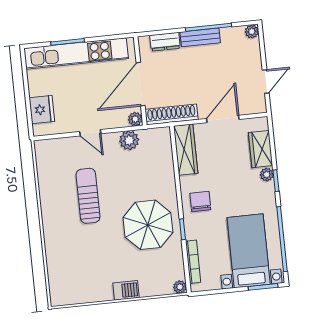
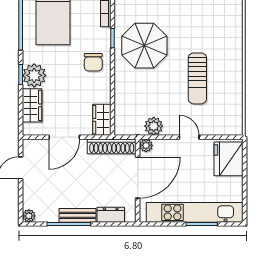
fridge: (42, 110) -> (229, 159), width x1.36, depth x1.34
wardrobe: (186, 150) -> (102, 120), width x0.67
plant: (267, 175) -> (34, 75), width x1.88, depth x1.88

